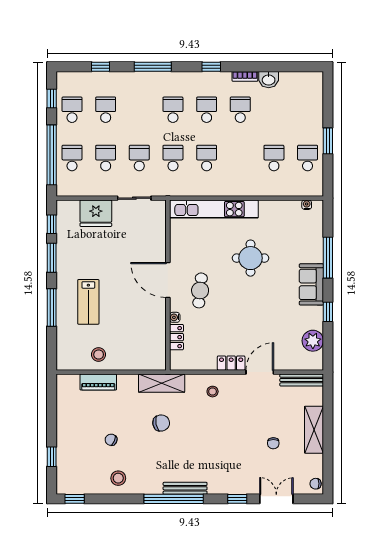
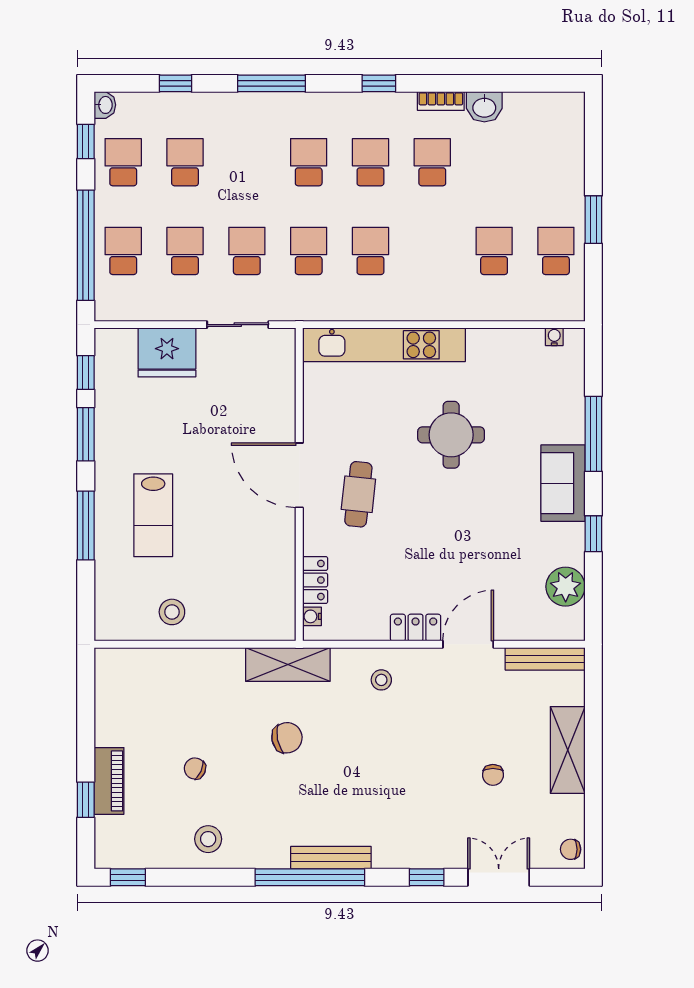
washbasin: (62, 79) -> (105, 105), added
water cooler: (175, 317) -> (312, 616), moved
piano: (98, 382) -> (109, 781), moved, turned -90

